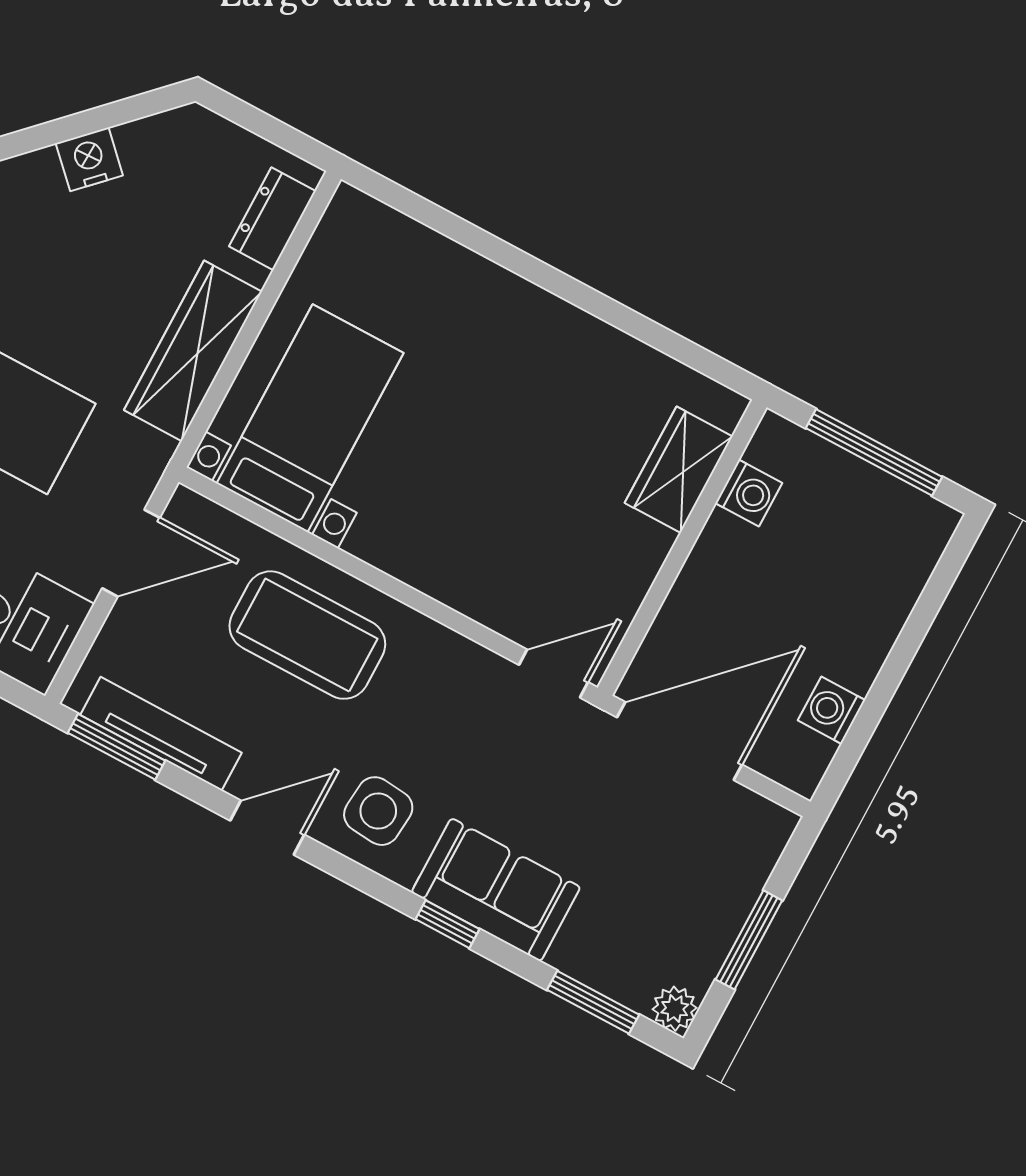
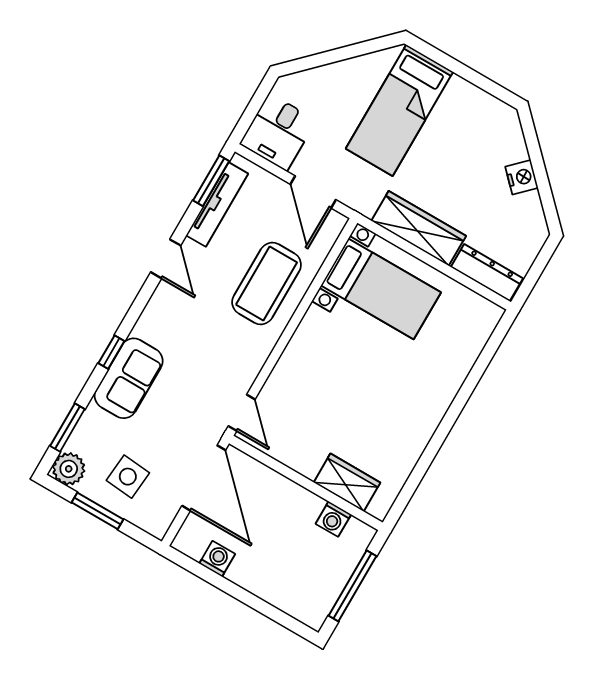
dresser: (272, 219) -> (487, 273), width x1.44
side table: (378, 811) -> (128, 477), moved
plant: (675, 1009) -> (69, 469), width x1.38, depth x1.38

